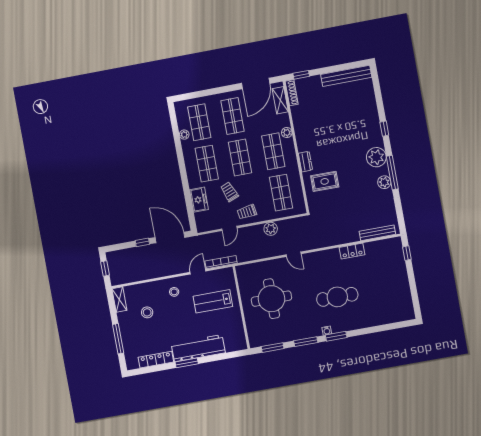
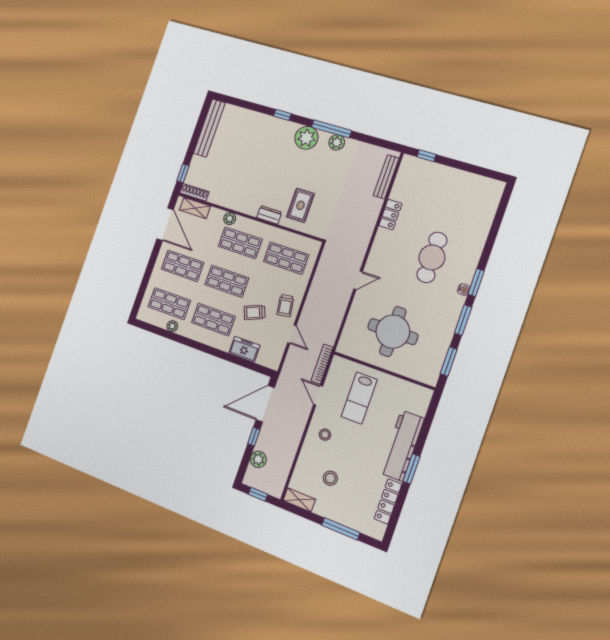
plant: (271, 229) -> (258, 459), moved

